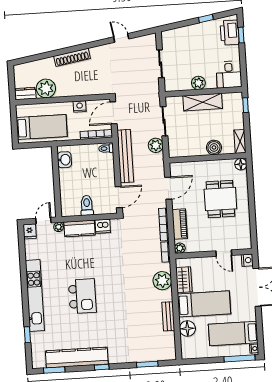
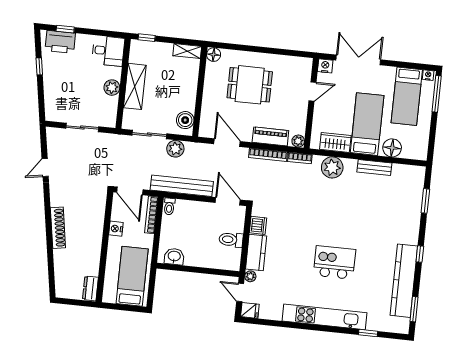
plant: (46, 88) -> (89, 264), removed
boiler: (214, 147) -> (185, 120), moved

